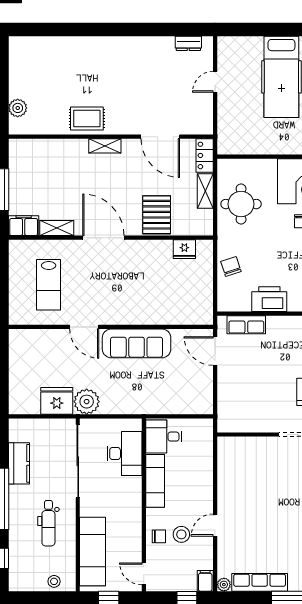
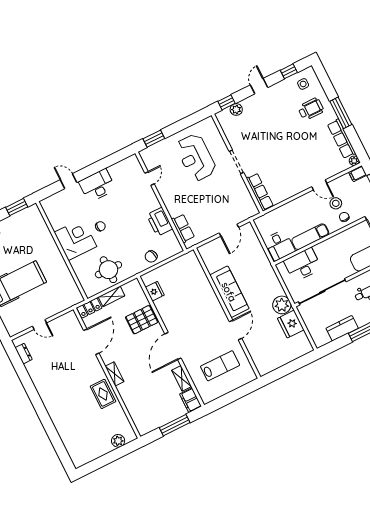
door: (215, 351) -> (229, 230), moved
row of seats: (244, 445) -> (260, 192), added

